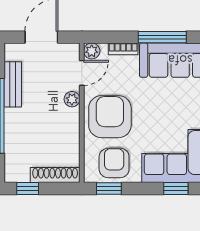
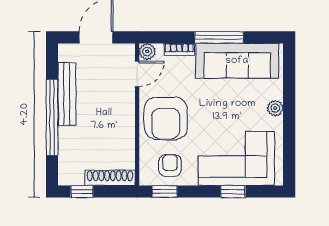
bench: (13, 84) -> (67, 94), width x1.36
plant: (72, 99) -> (127, 101), removed
armchair: (110, 117) -> (166, 118), turned 180
armchair: (114, 163) -> (170, 166), width x0.72, depth x0.72

